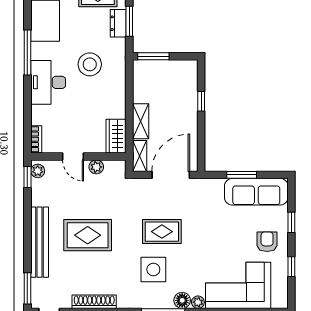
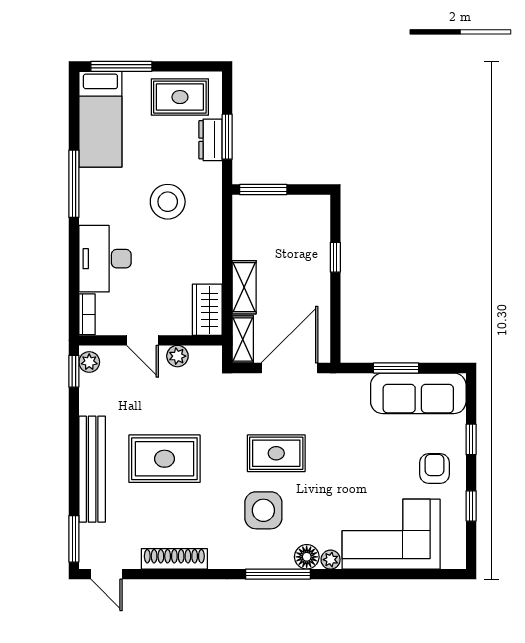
desk: (48, 82) -> (105, 259), moved

